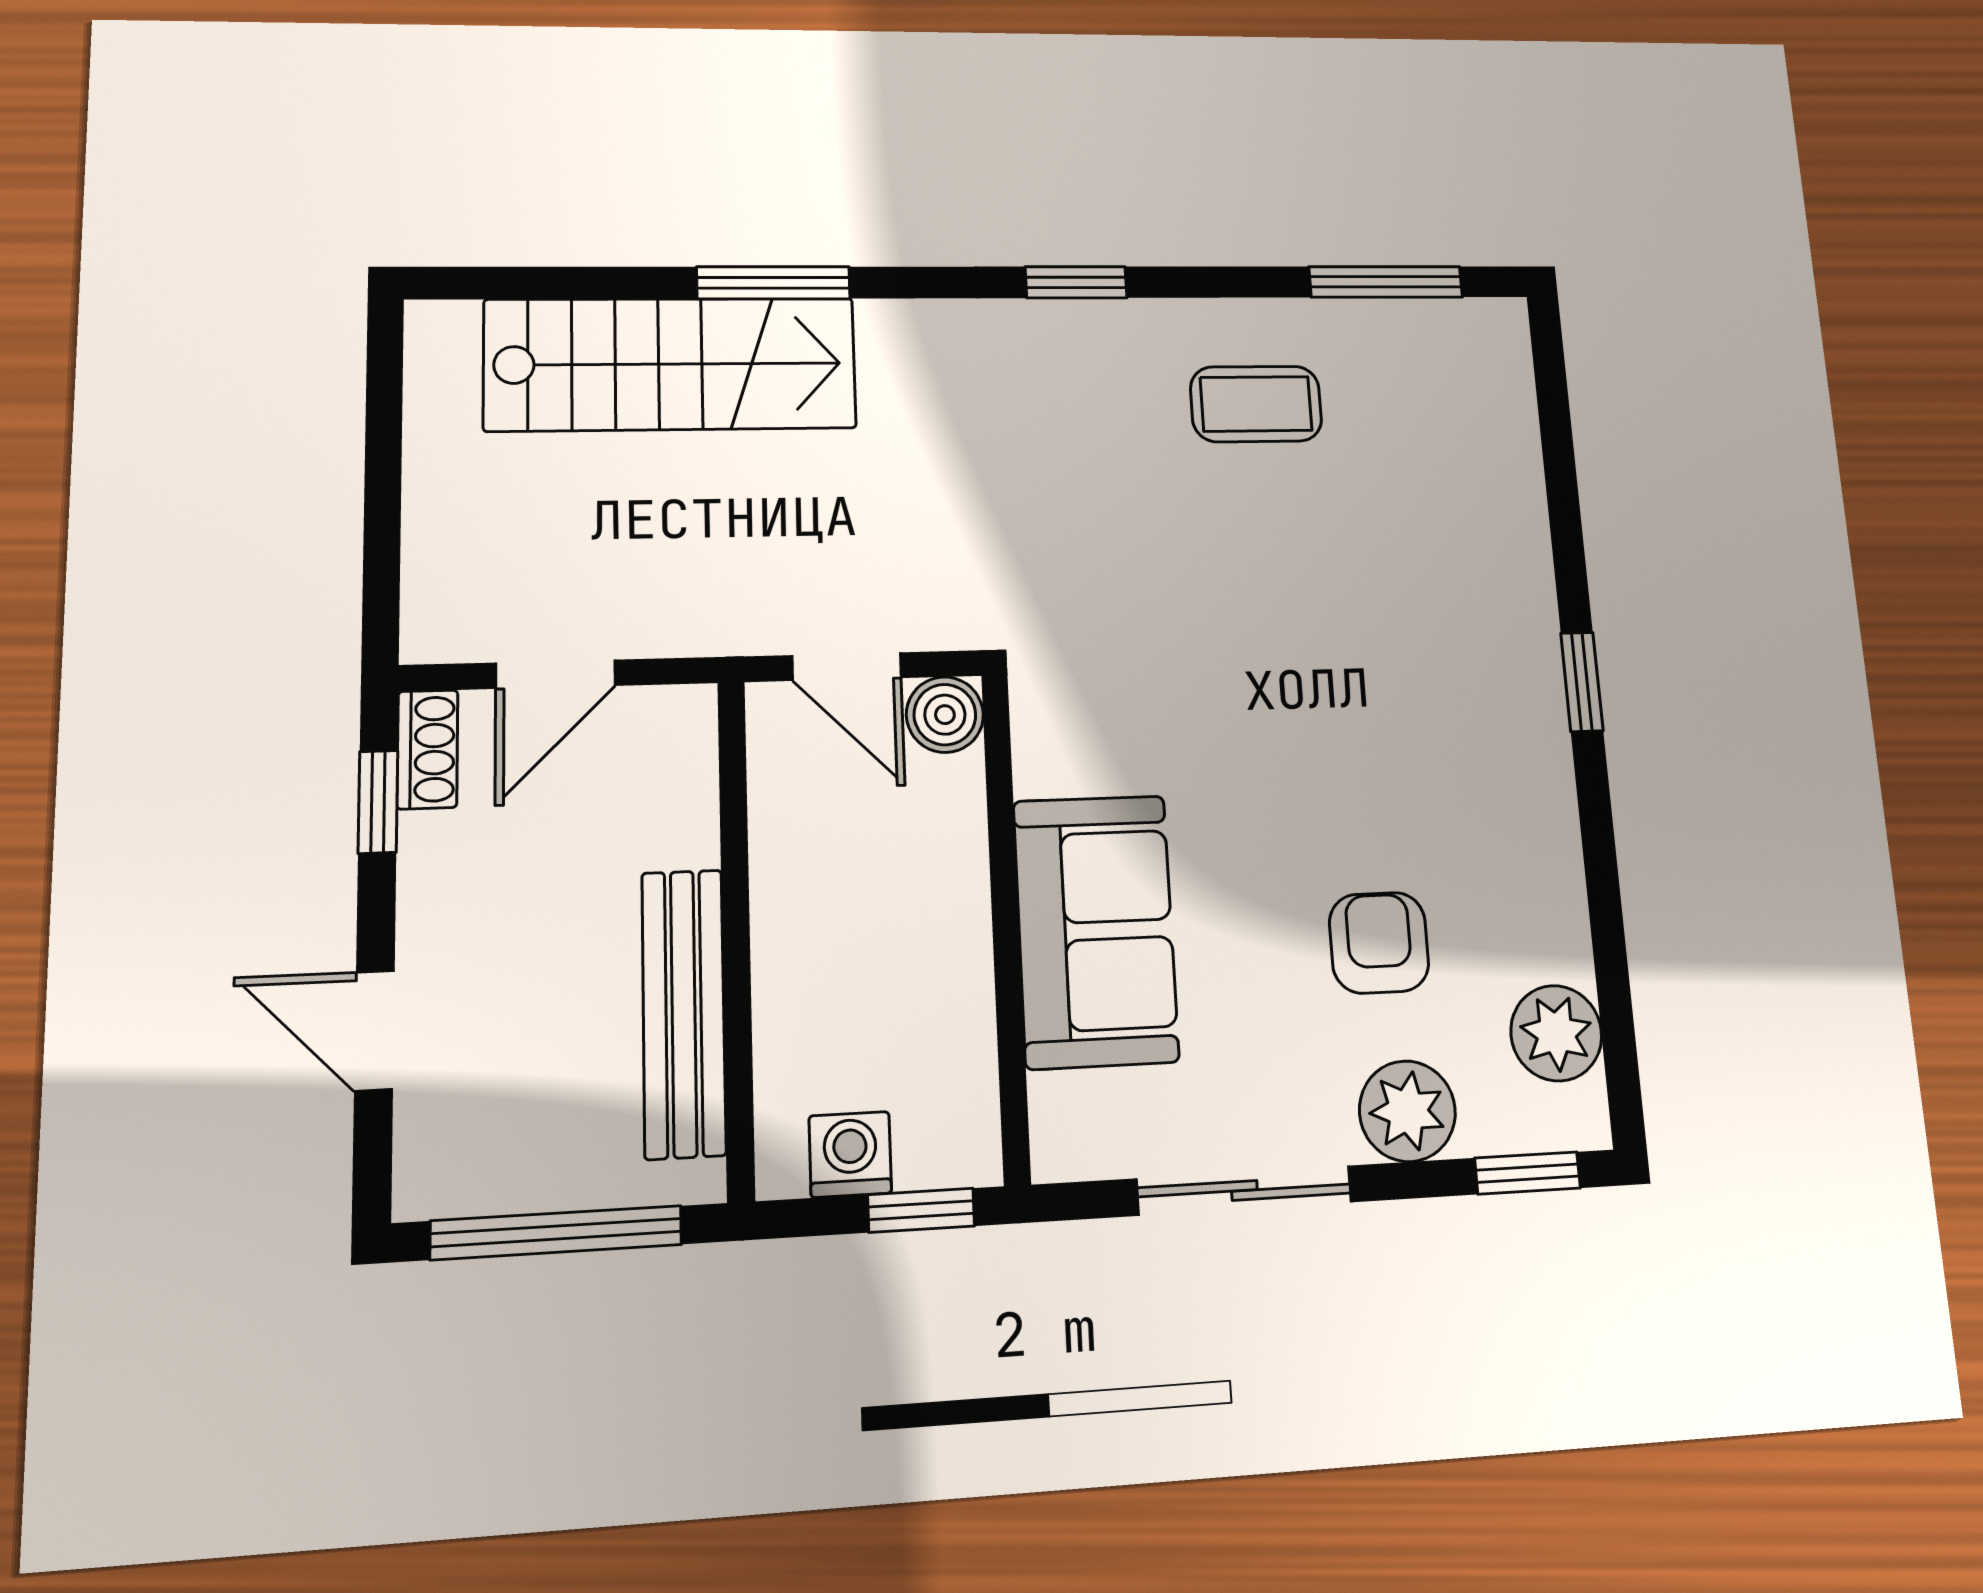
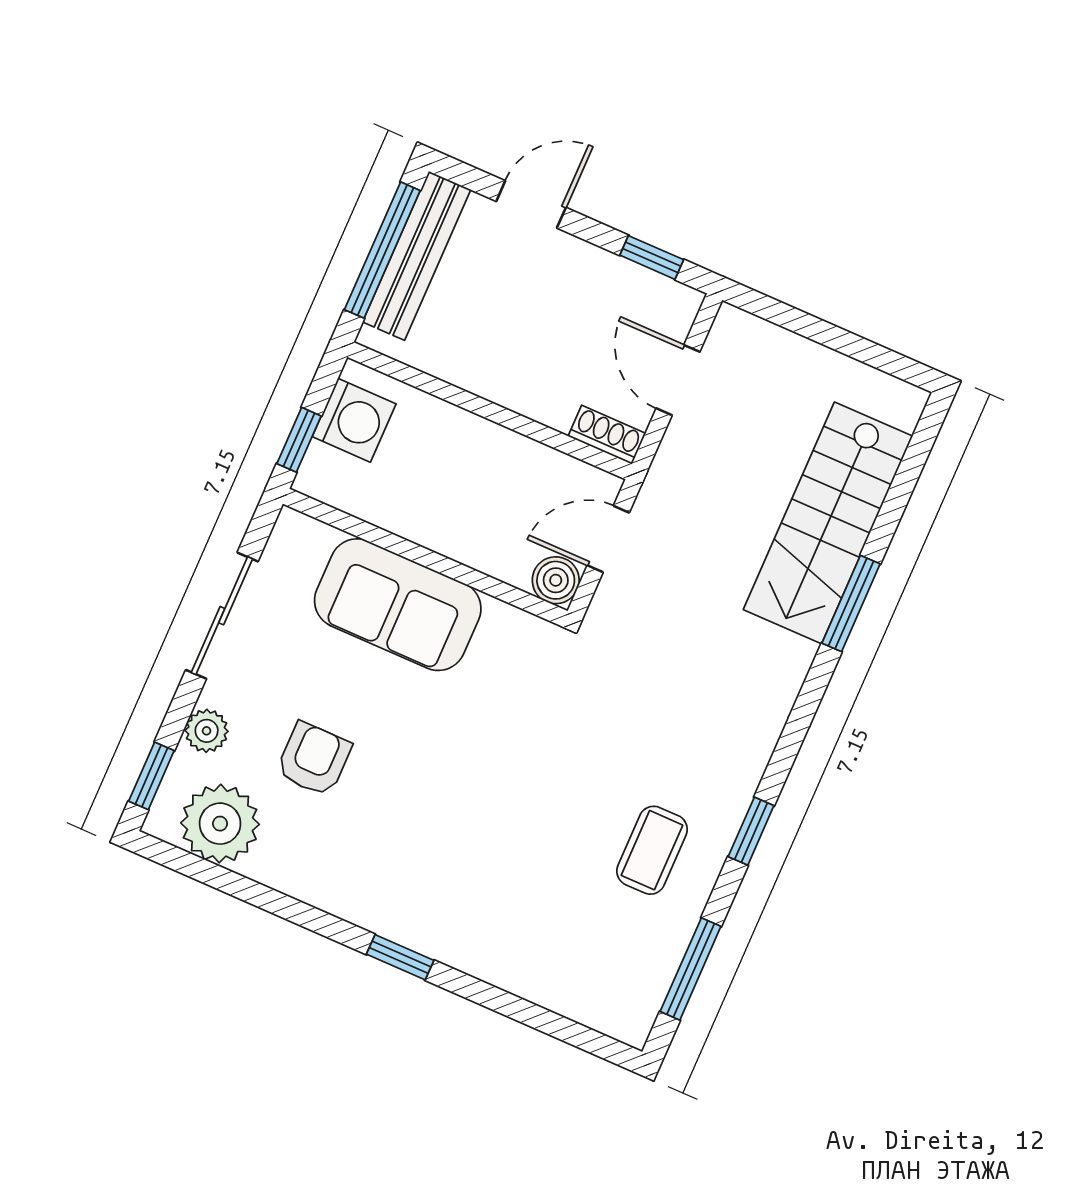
window: (1076, 282) -> (751, 831), moved
shoe rack: (427, 749) -> (607, 435), moved, turned 180
armchair: (1379, 943) -> (314, 759), turned -90
bench: (684, 1013) -> (417, 256), moved, turned 90
plant: (1556, 1033) -> (220, 824), width x1.36, depth x1.36
plant: (1407, 1111) -> (207, 731), width x0.73, depth x0.73
washing machine: (850, 1154) -> (354, 420), width x1.38, depth x1.38

